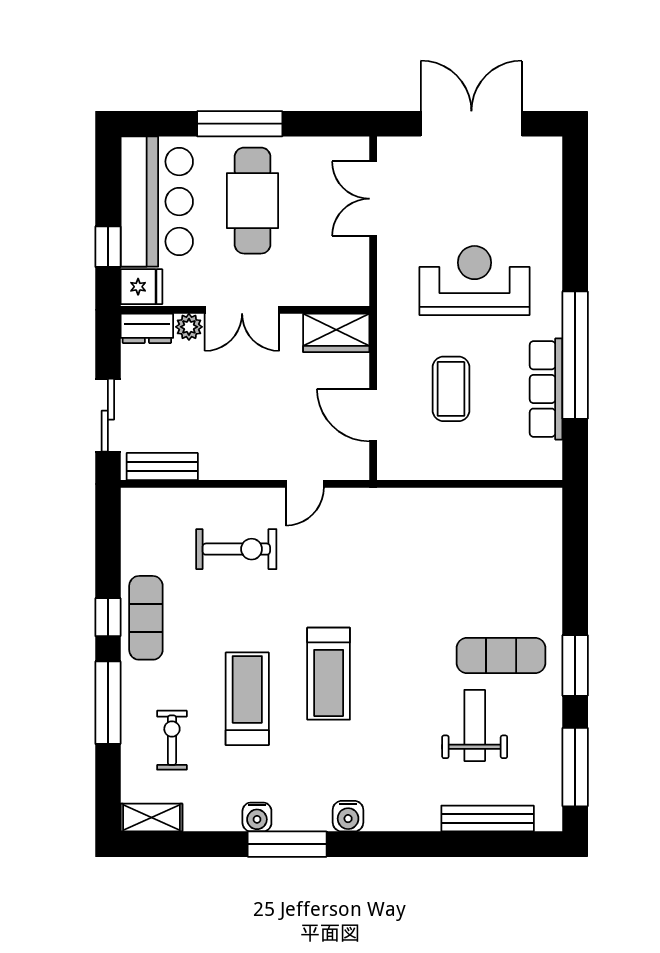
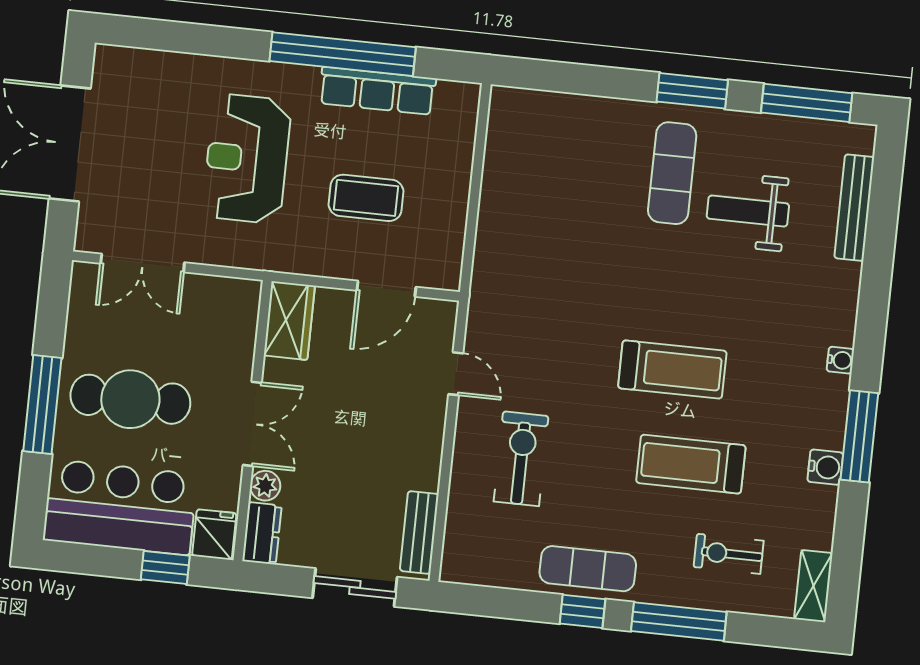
water cooler: (348, 816) -> (840, 360), width x0.72, depth x0.72

